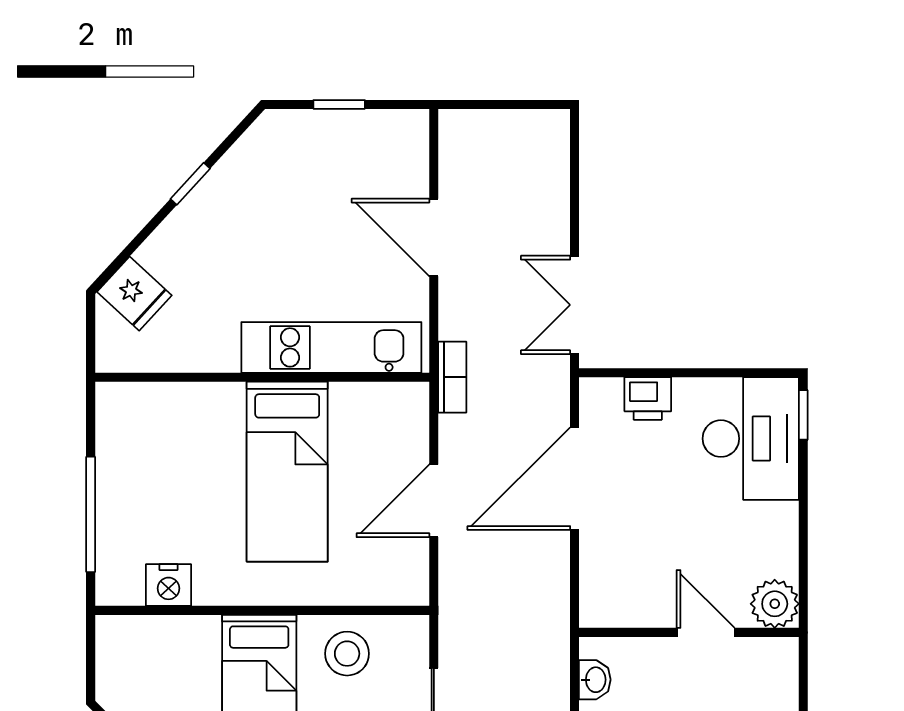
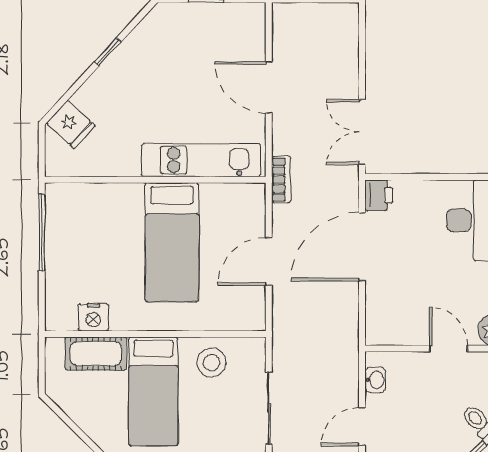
printer: (648, 399) -> (379, 195), moved, turned -90
window: (91, 514) -> (42, 232), moved
cot: (172, 640) -> (96, 354), added

